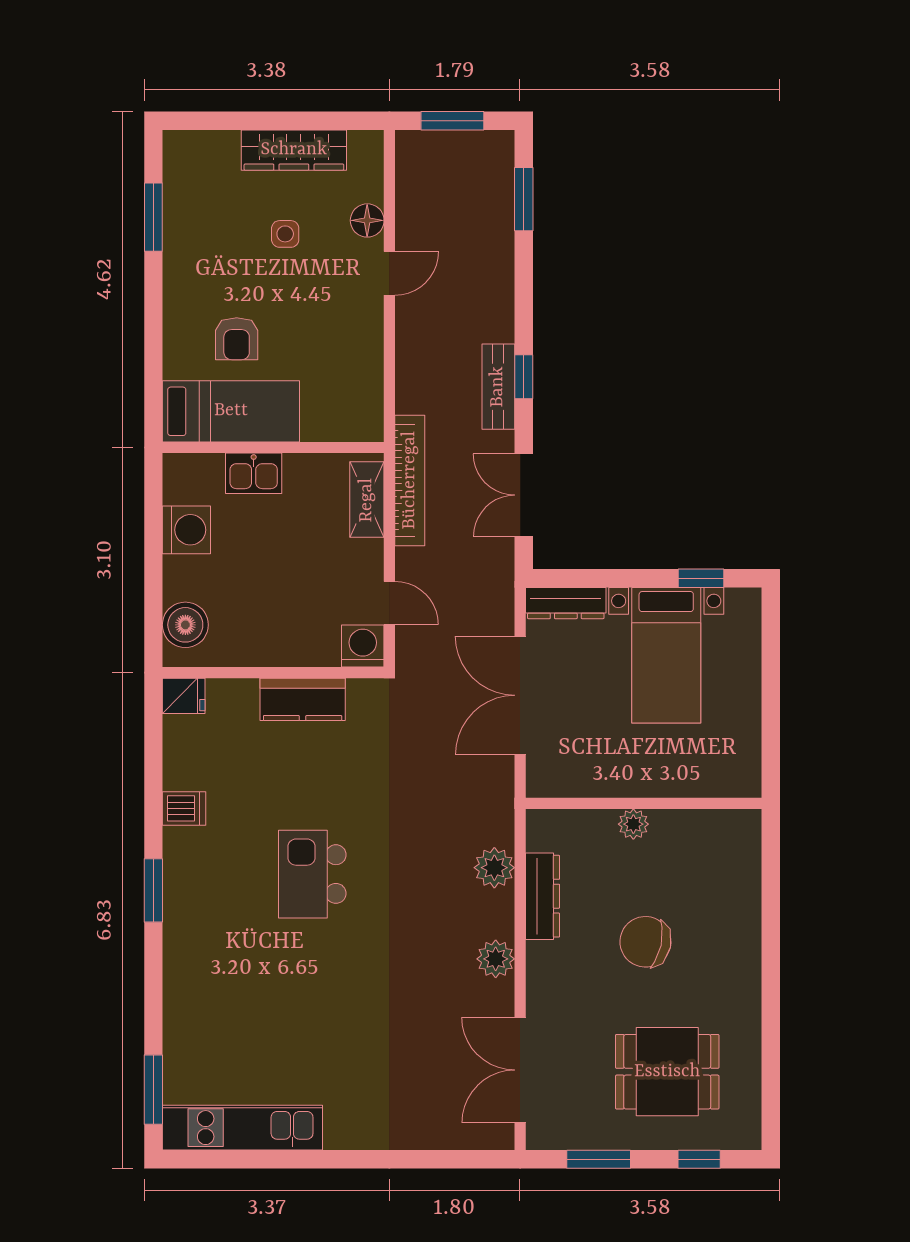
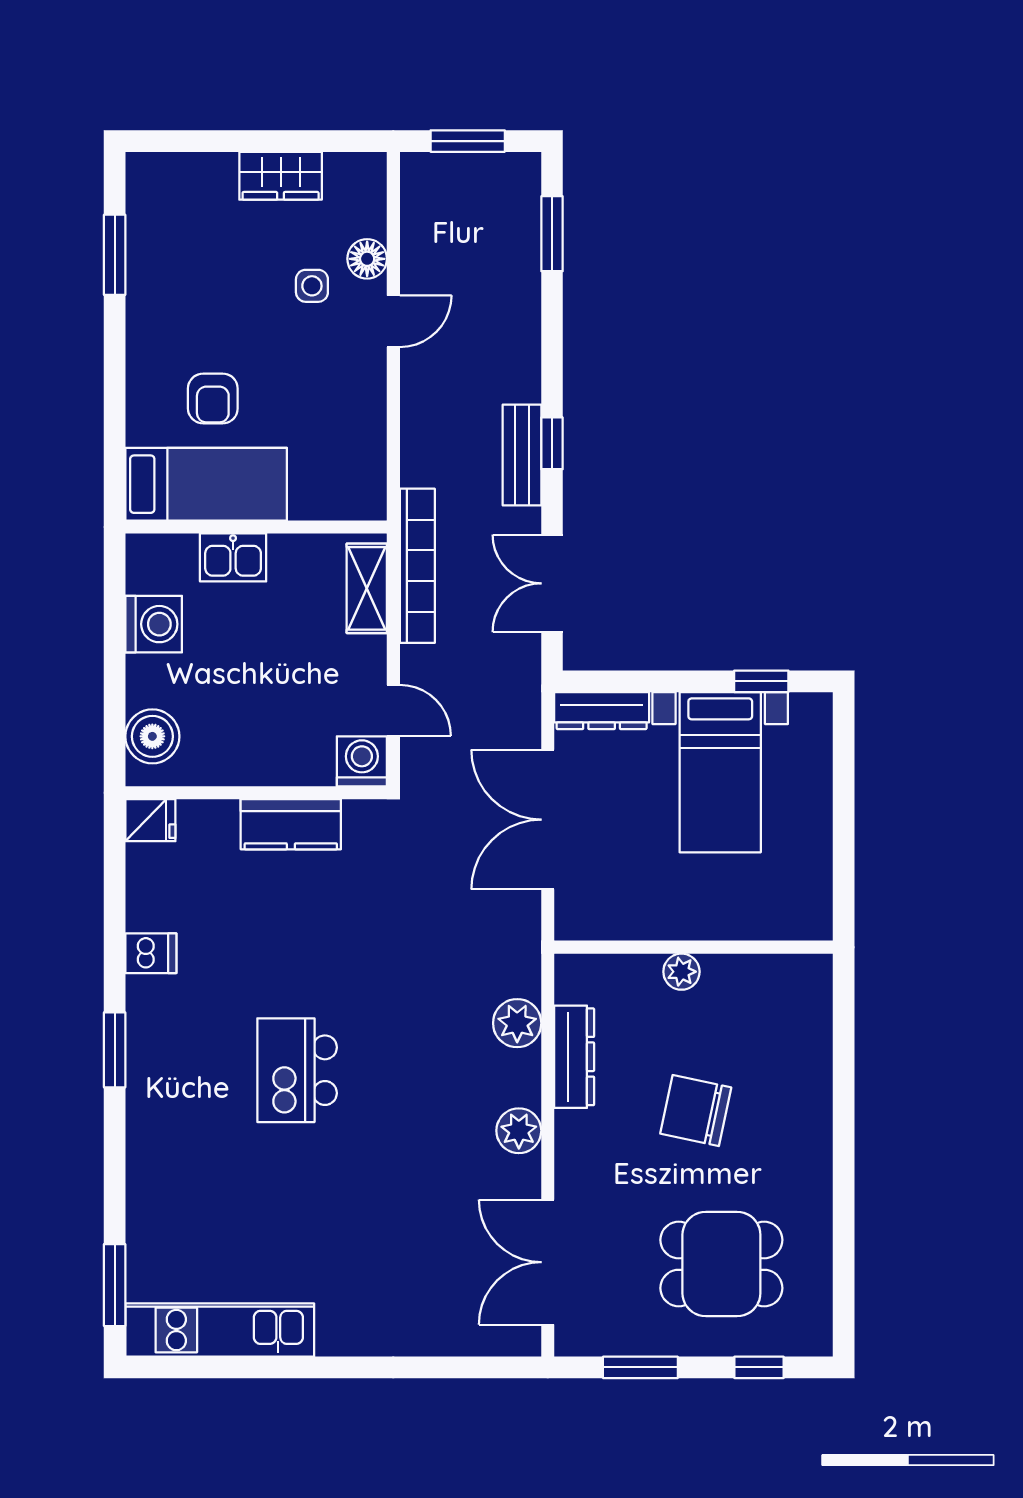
wardrobe: (294, 150) -> (281, 176), width x0.67
side table: (285, 234) -> (312, 286), moved
kitchen island: (312, 874) -> (297, 1070), moved

